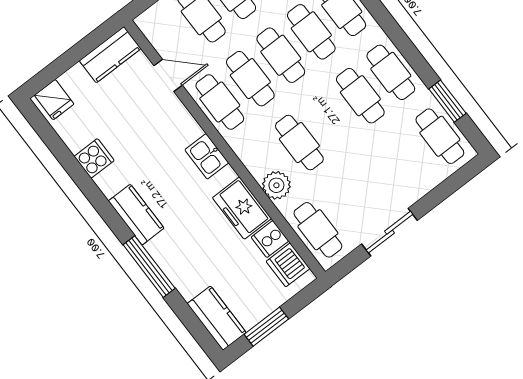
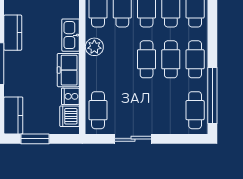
window: (447, 101) -> (212, 96), width x2.11
cafe table: (299, 143) -> (147, 59), moved
kitchen sink: (207, 156) -> (71, 35), width x1.38
plant: (276, 185) -> (94, 47), moved

